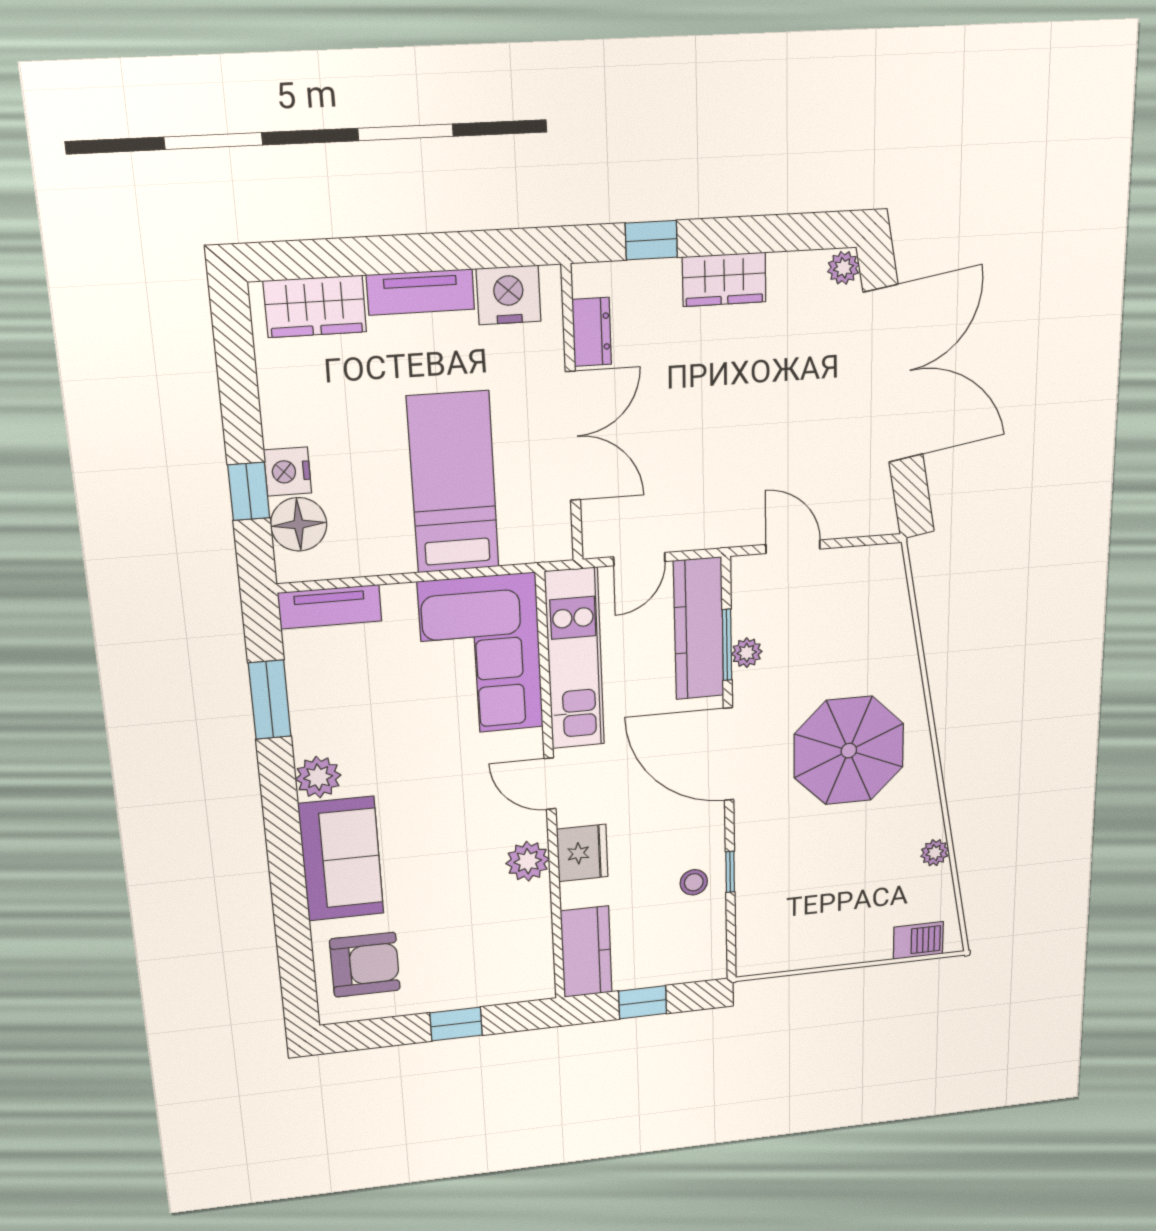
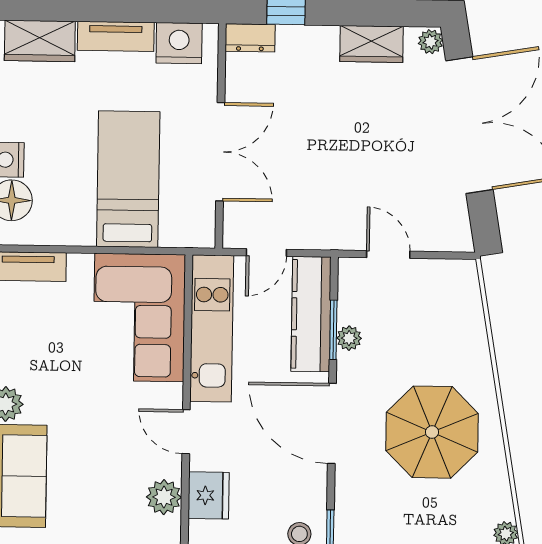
wardrobe: (724, 279) -> (371, 44), moved
dresser: (592, 332) -> (250, 38), moved, turned 90

